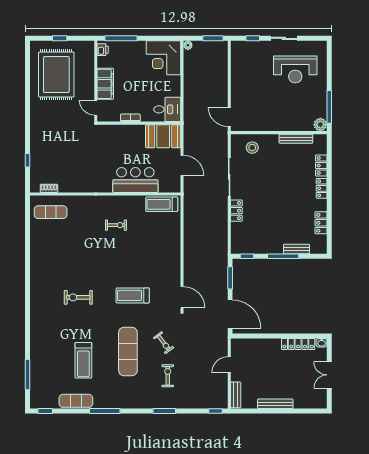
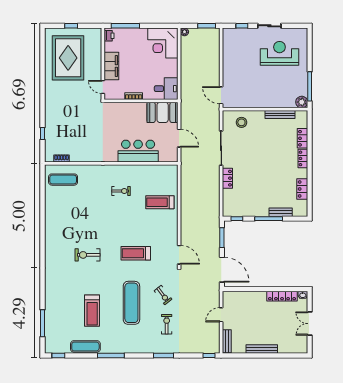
reception desk: (295, 69) -> (279, 53), turned 180
treadmill: (162, 204) -> (160, 202), moved

